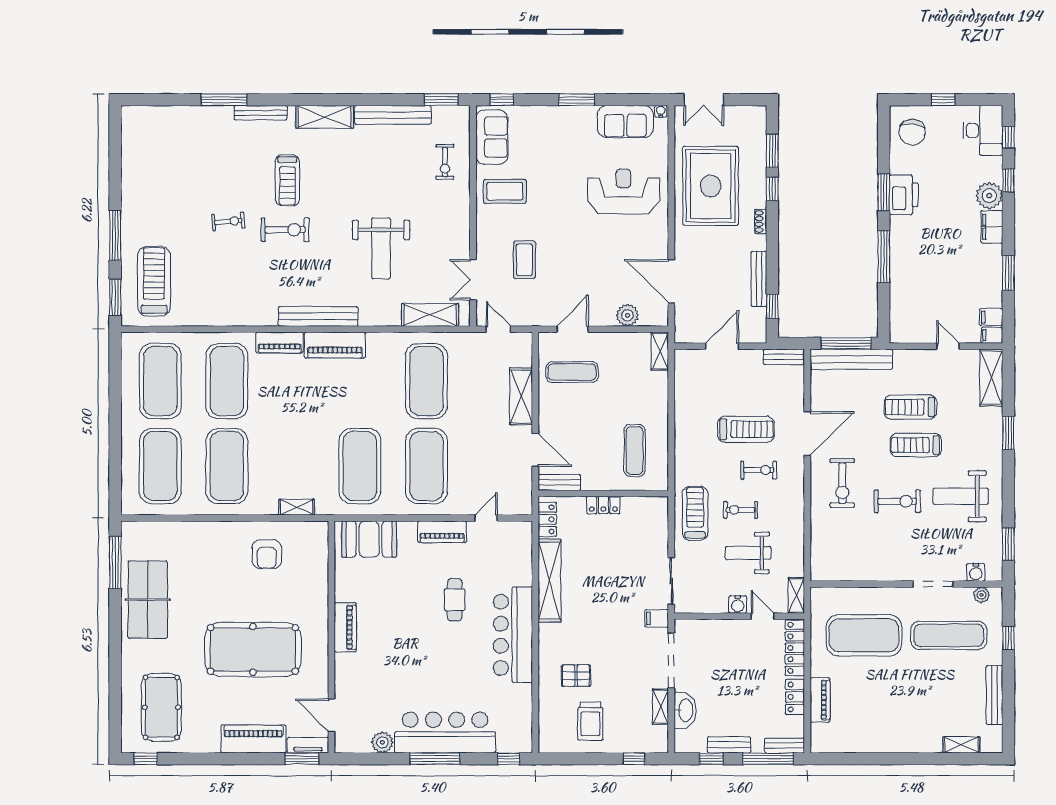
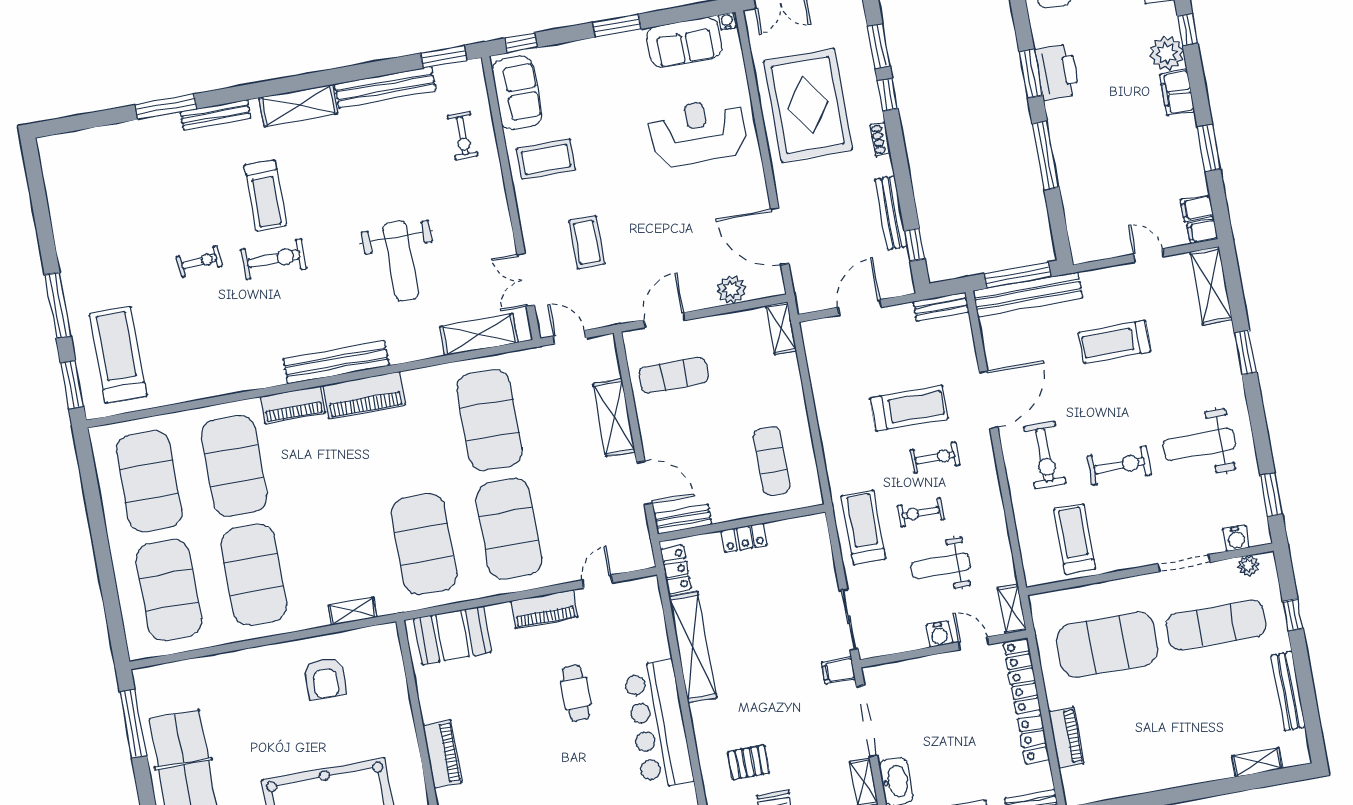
treadmill: (916, 445) -> (1074, 539), moved, turned 90

